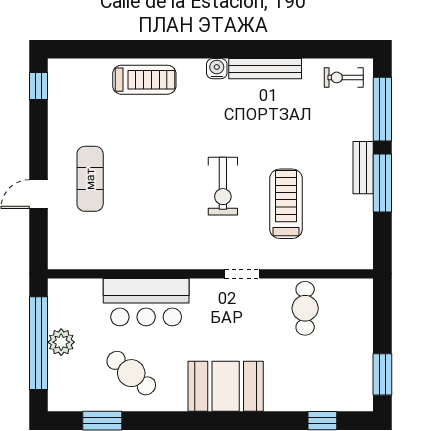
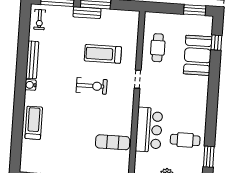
exercise mat: (90, 179) -> (113, 142), moved
cafe table: (305, 308) -> (158, 48), turned 90
cafe table: (131, 373) -> (185, 140), turned 50
booth: (226, 386) -> (198, 55), moved

